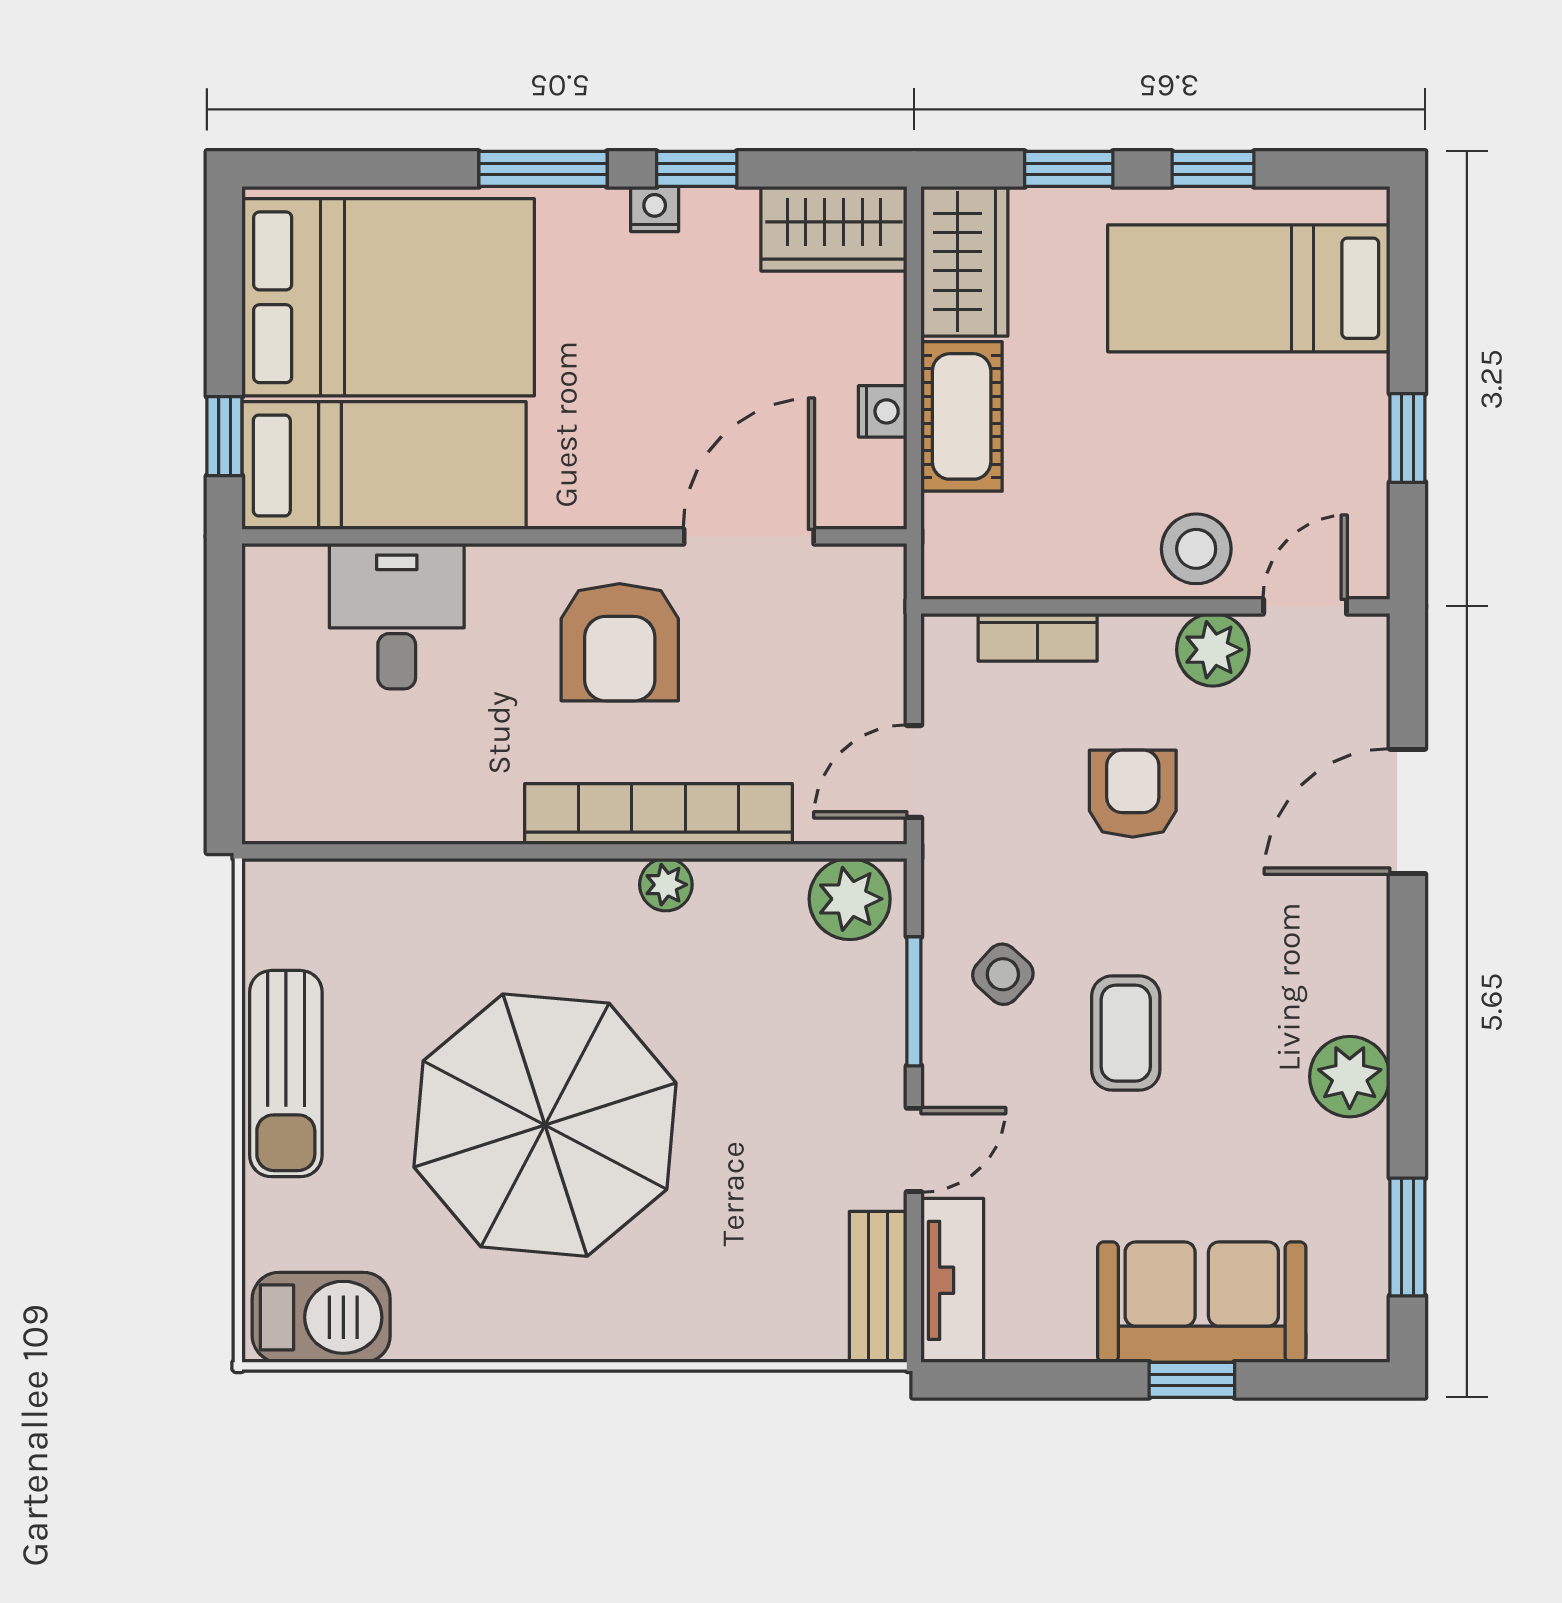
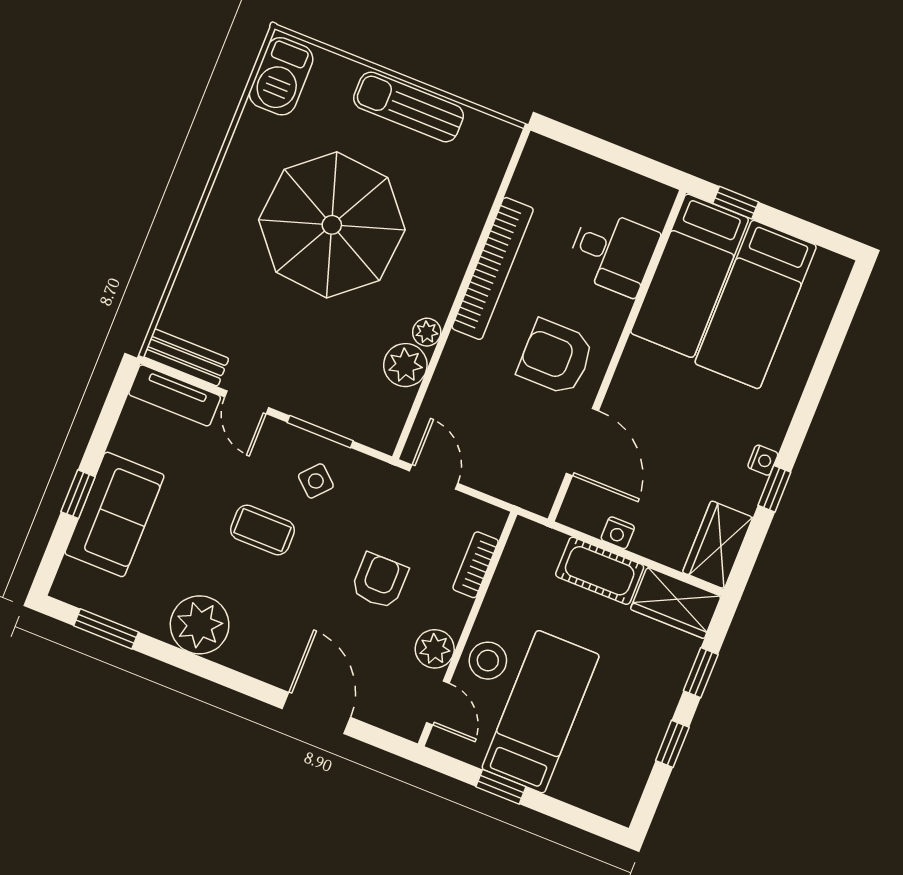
window: (543, 169) -> (805, 413), removed
bed: (1249, 288) -> (541, 712), moved
bed: (388, 297) -> (756, 304), width x0.67
armchair: (1133, 794) -> (379, 581), turned -90
bookcase: (659, 814) -> (493, 268), moved
plant: (850, 899) -> (405, 365), moved
plant: (1350, 1077) -> (200, 625), width x1.36, depth x1.36

